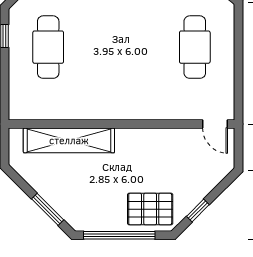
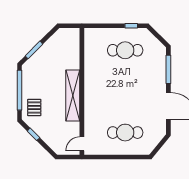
shelving: (69, 140) -> (73, 96), moved
pallet: (150, 209) -> (34, 107), width x0.67, depth x0.71

